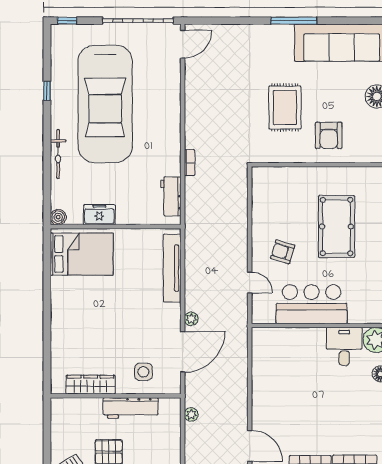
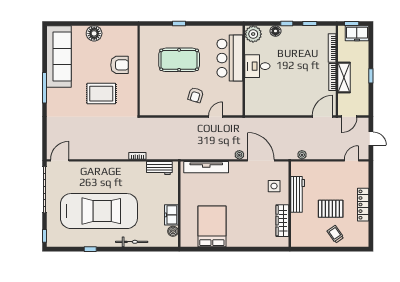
door: (183, 44) -> (60, 160), hinge flipped
boiler: (58, 217) -> (173, 231), moved
bed: (82, 254) -> (212, 226), moved
bar counter: (312, 304) -> (230, 58), moved
desk: (344, 346) -> (257, 66), moved

